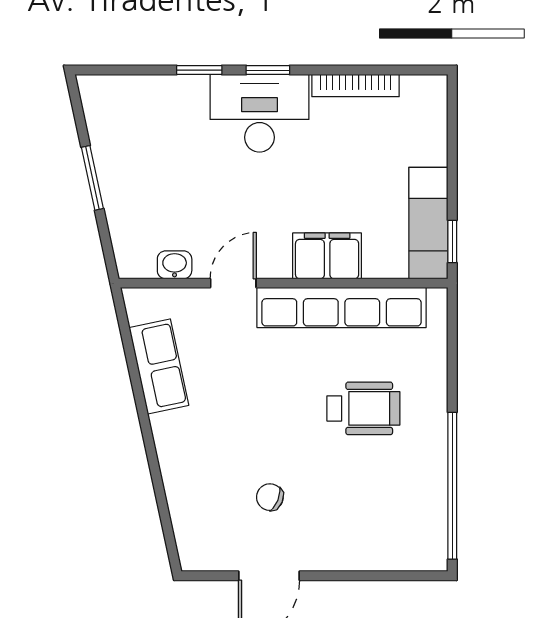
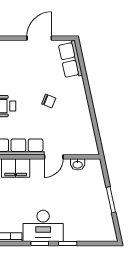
row of seats: (159, 366) -> (70, 60), moved
chair: (270, 497) -> (49, 101), moved

